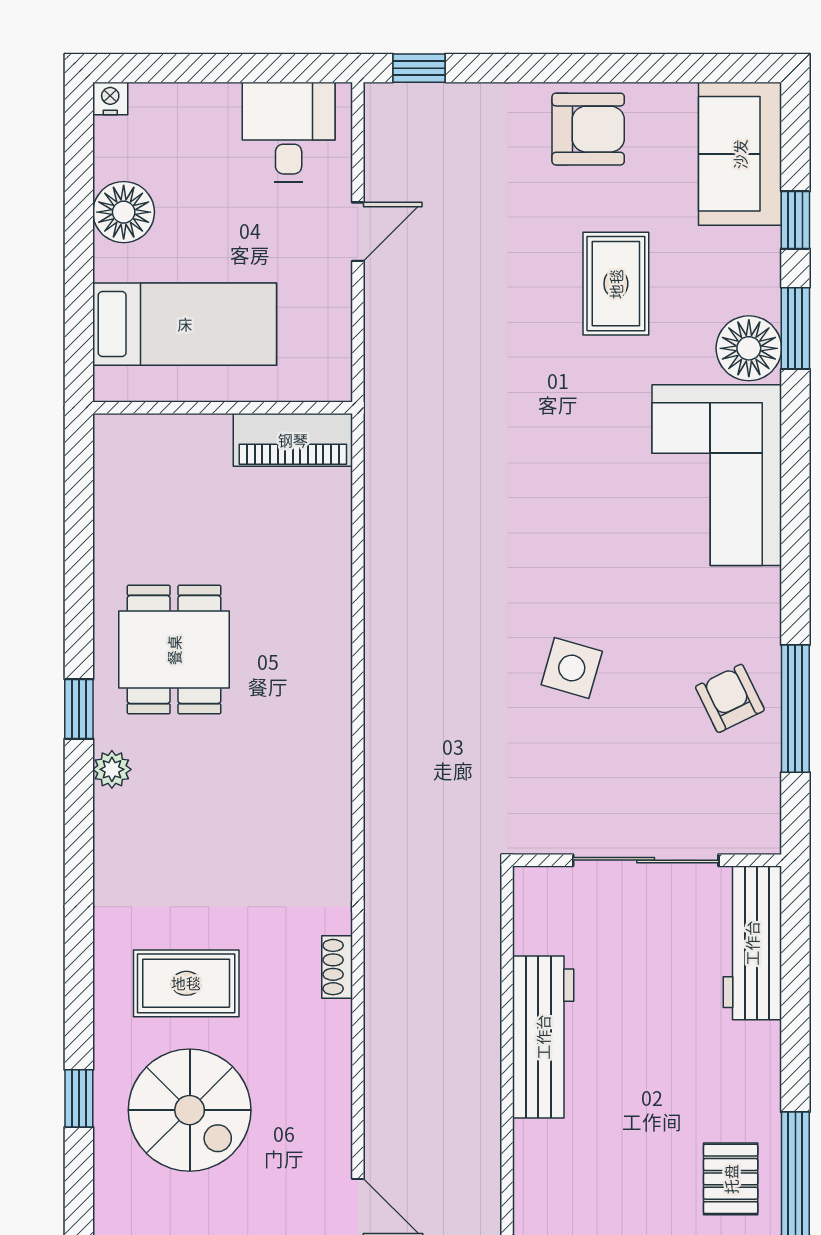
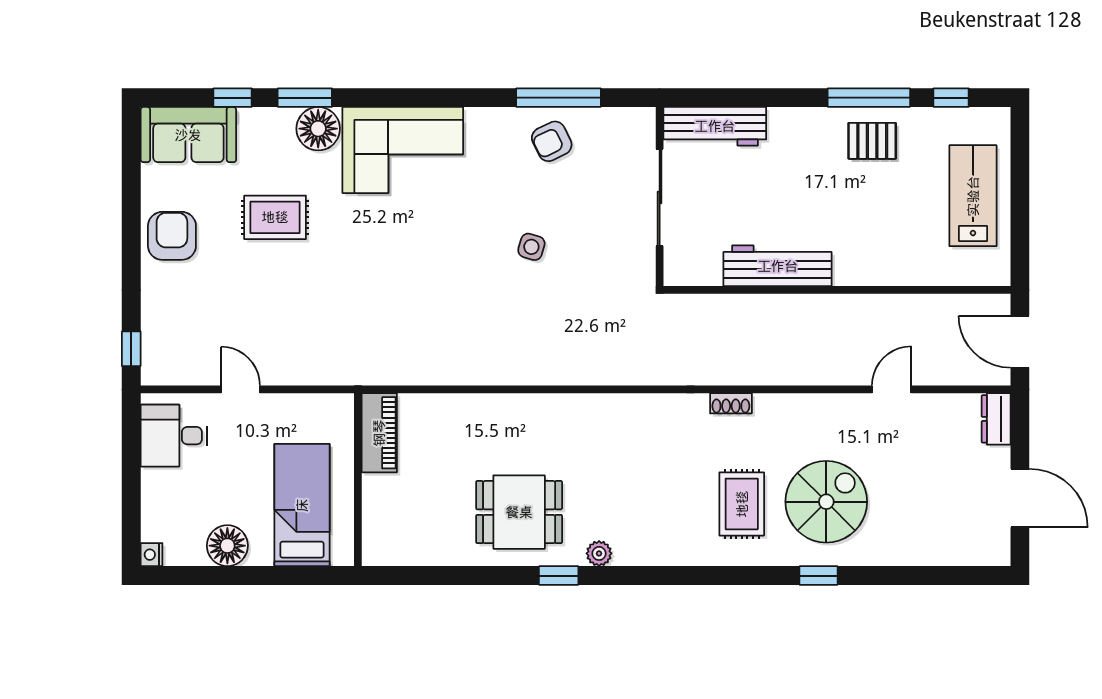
side table: (572, 668) -> (531, 247), width x0.73, depth x0.73

